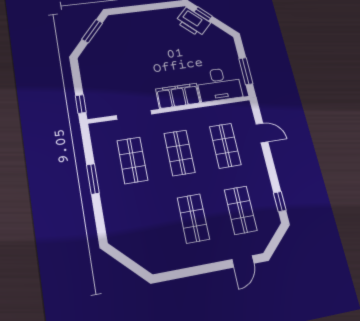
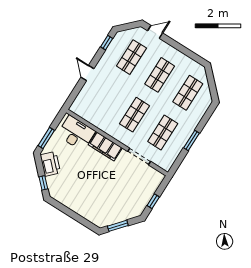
printer: (193, 22) -> (50, 164), moved
window: (246, 71) -> (46, 138), moved
window: (81, 104) -> (153, 201), moved
door: (262, 133) -> (87, 73), moved
shop shelf: (225, 146) -> (188, 93), moved

